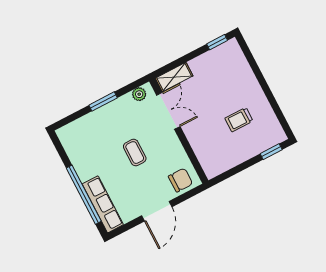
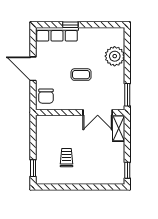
plant: (139, 94) -> (115, 56), moved, width x1.87, depth x1.87
window: (103, 101) -> (127, 95), moved
window: (84, 195) -> (70, 25), width x0.32

